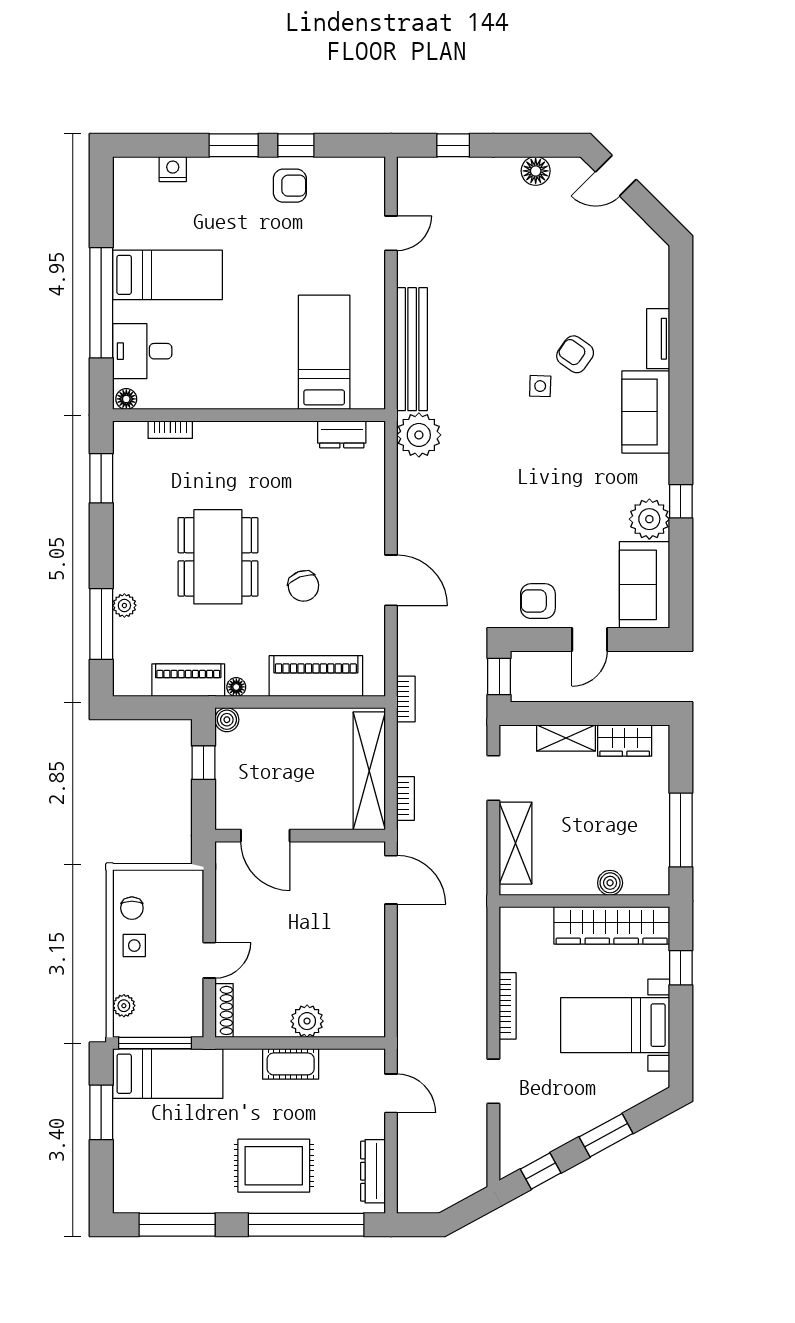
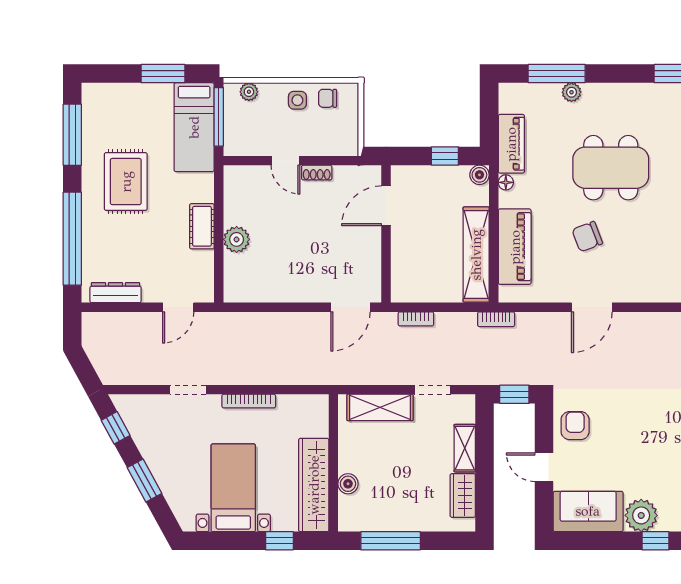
shelving: (369, 771) -> (476, 255), moved, turned 90
shoe rack: (224, 1010) -> (317, 173), moved, width x0.70
rug: (274, 1166) -> (126, 182), moved

